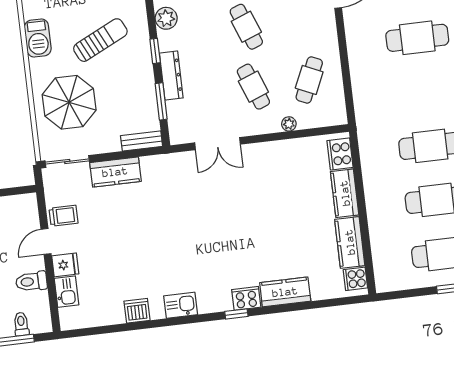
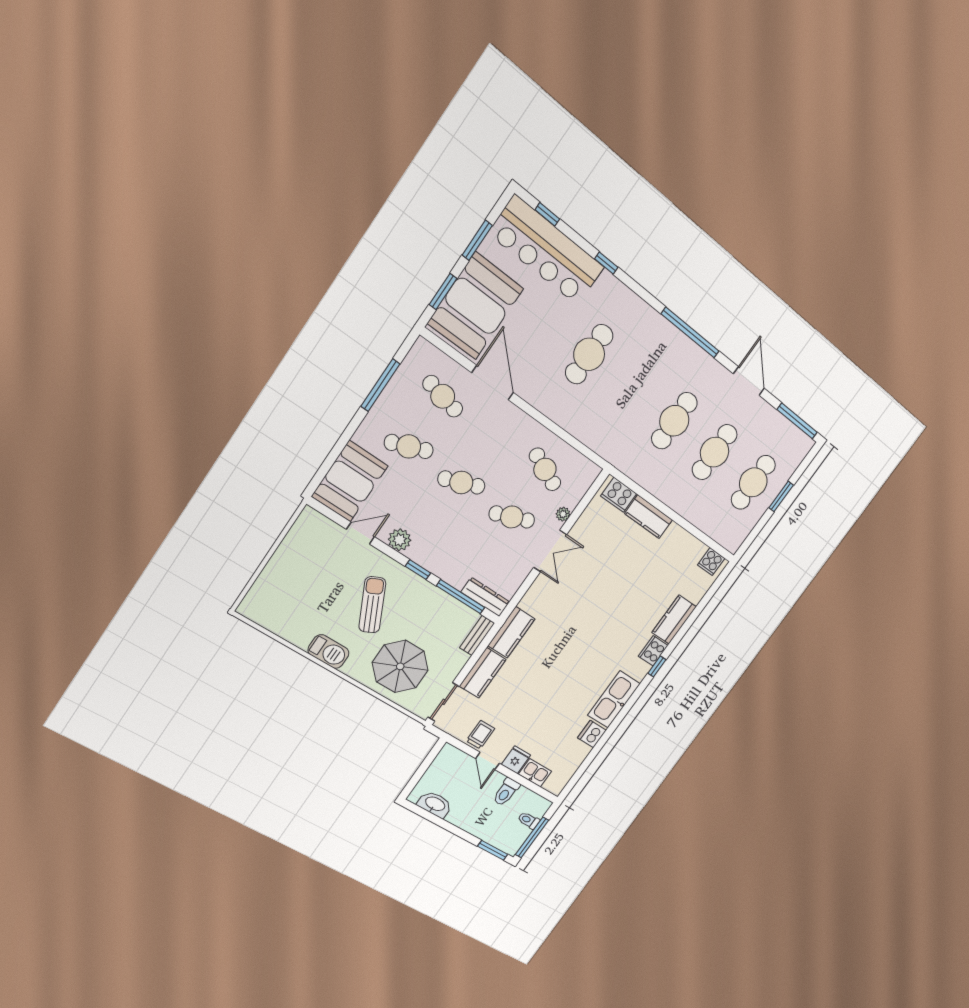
dresser: (171, 76) -> (485, 597), moved
window: (161, 101) -> (461, 597), width x1.44
double door: (218, 144) -> (550, 551), moved
kitchen counter: (350, 242) -> (511, 632), moved, turned -90
kitchen sink: (181, 305) -> (614, 699), width x1.88, depth x1.24

